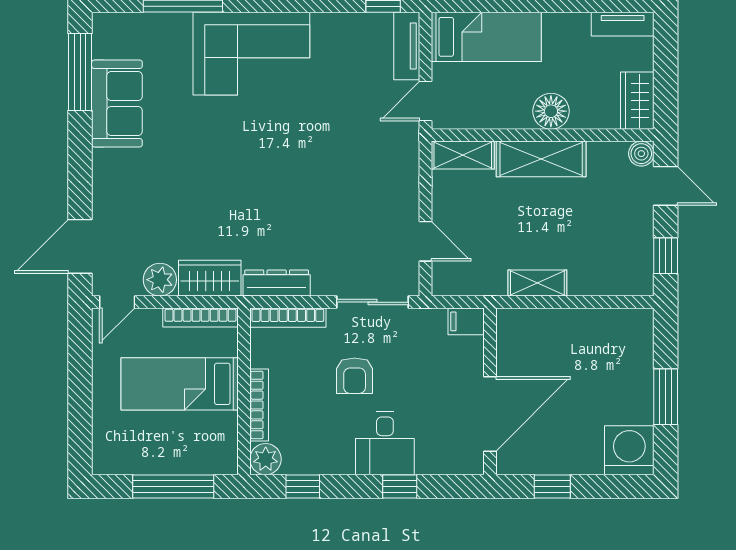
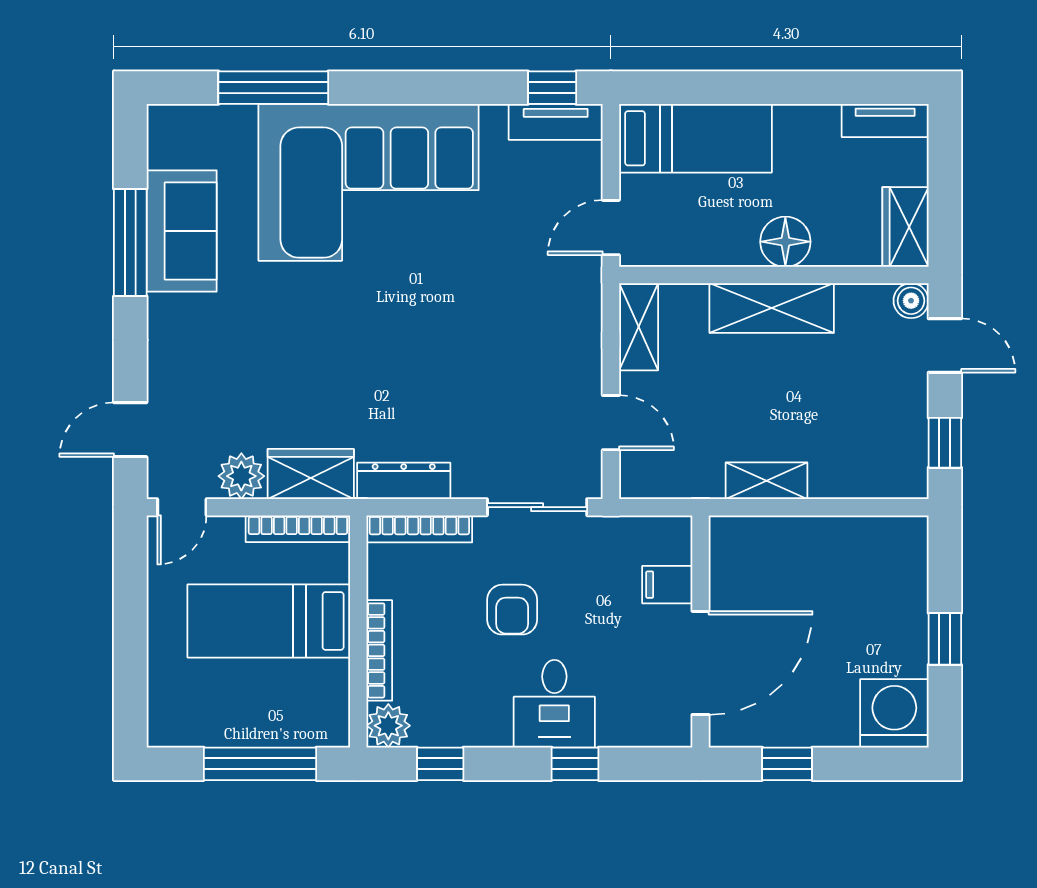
tv unit: (407, 46) -> (556, 122), moved, turned -90
corner sofa: (251, 54) -> (369, 182), width x1.36, depth x1.36
window: (80, 72) -> (130, 242), moved
shelving: (463, 155) -> (639, 327), moved, turned 90
door: (80, 246) -> (130, 430), width x0.73
filing cabinet: (466, 321) -> (667, 585), moved
window: (666, 397) -> (945, 639), width x0.67

